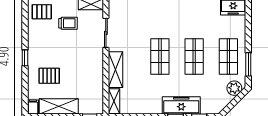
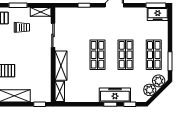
plant: (223, 99) -> (150, 90), added

